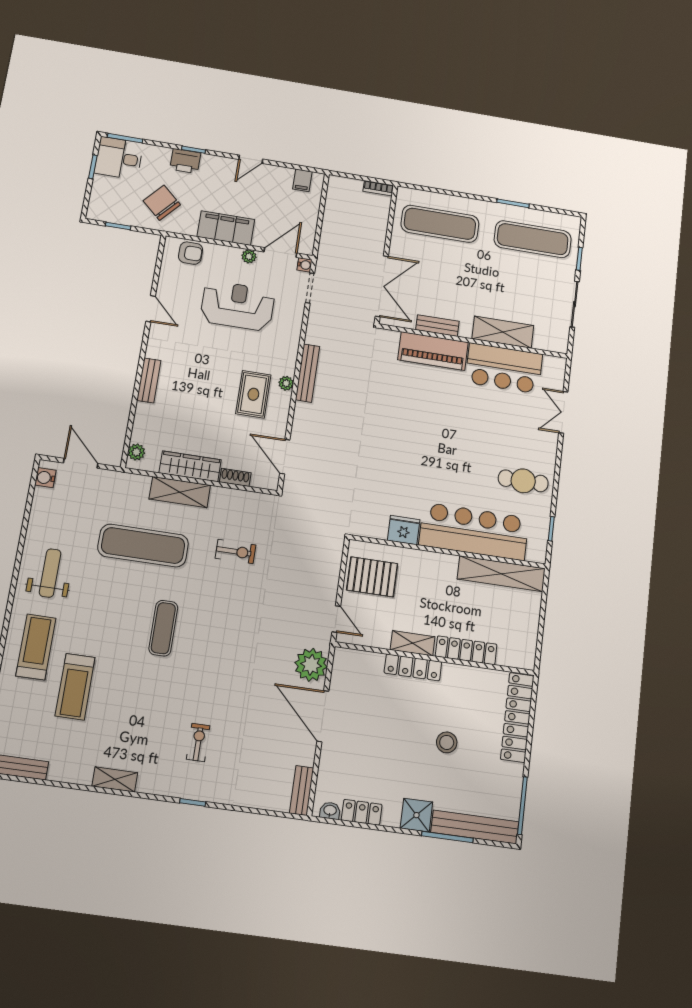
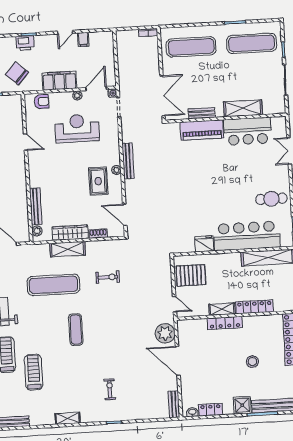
filing cabinet: (302, 180) -> (83, 39), moved
bench: (149, 380) -> (36, 206), moved, width x1.36
treadmill: (75, 687) -> (34, 372), turned 180

